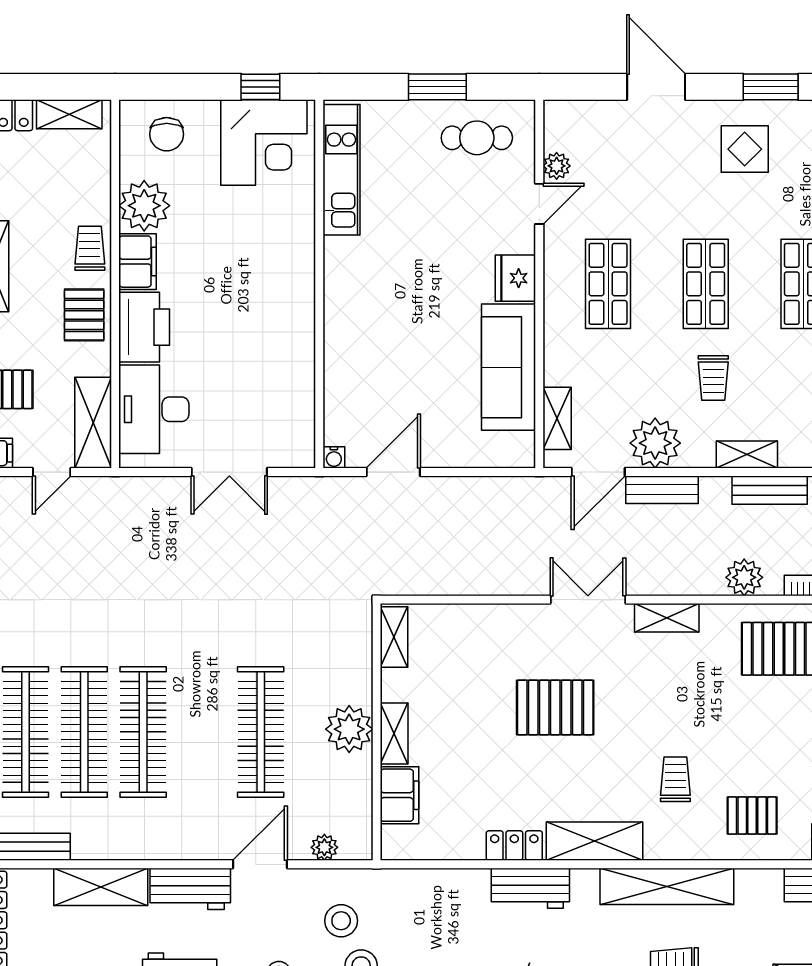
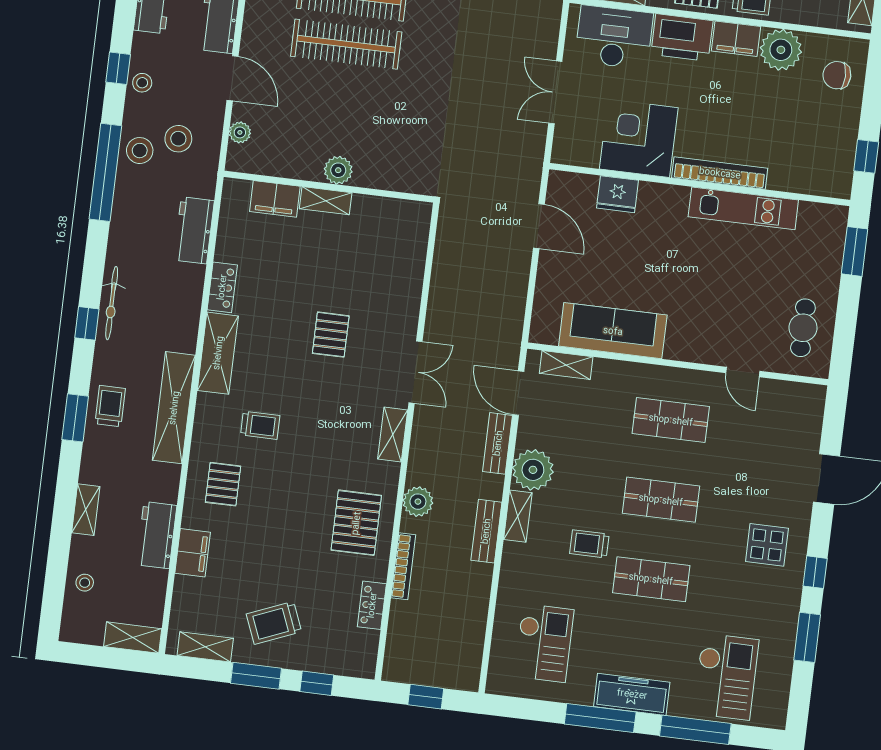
window: (437, 87) -> (855, 251), moved
window: (771, 87) -> (815, 572), width x0.67
corner desk: (264, 143) -> (639, 138), moved, turned 90
plant: (557, 166) -> (772, 390), removed
kitchen unit: (341, 170) -> (743, 208), moved
bookcase: (302, 261) -> (720, 173), added
fridge: (515, 278) -> (617, 194), moved, turned 180
trolley: (713, 378) -> (589, 544), moved
plant: (655, 443) -> (533, 470), moved
water cooler: (334, 457) -> (557, 179), removed
shelving: (394, 637) -> (404, 210), removed
pallet: (555, 707) -> (331, 335), width x0.67, depth x0.71
plant: (349, 729) -> (338, 170), width x0.73, depth x0.73
clothes rail: (261, 732) -> (346, 44), moved
workbench: (530, 888) -> (194, 230), moved

